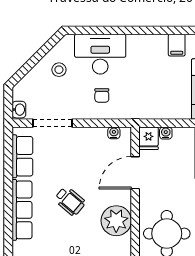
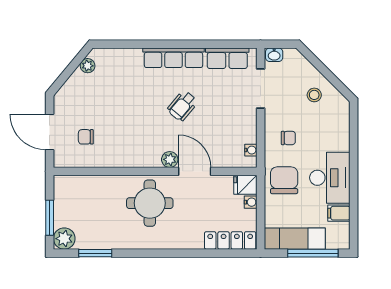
desk: (100, 54) -> (330, 178), moved
chair: (102, 95) -> (288, 138), turned 180
chair: (144, 100) -> (284, 180), added
door: (135, 173) -> (195, 171), moved
plant: (116, 221) -> (170, 159), width x0.53, depth x0.53

